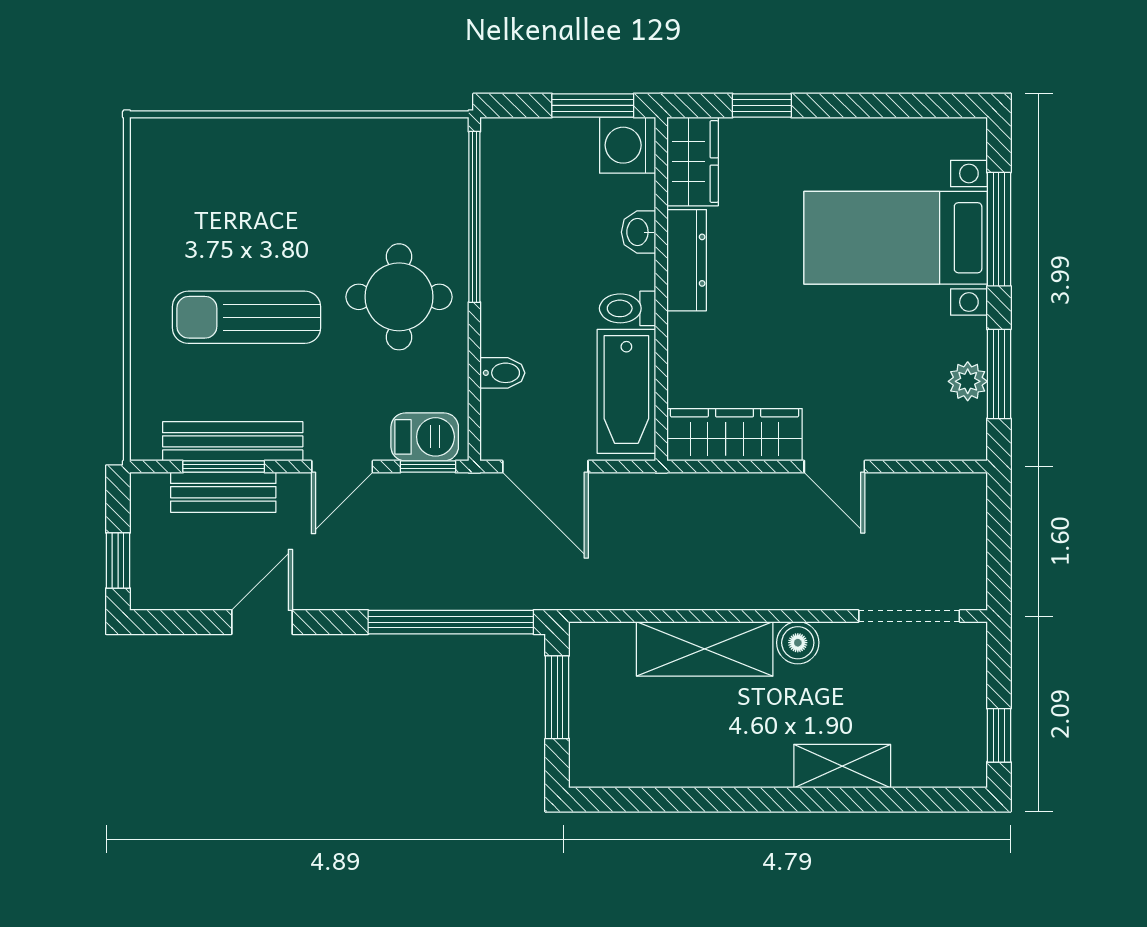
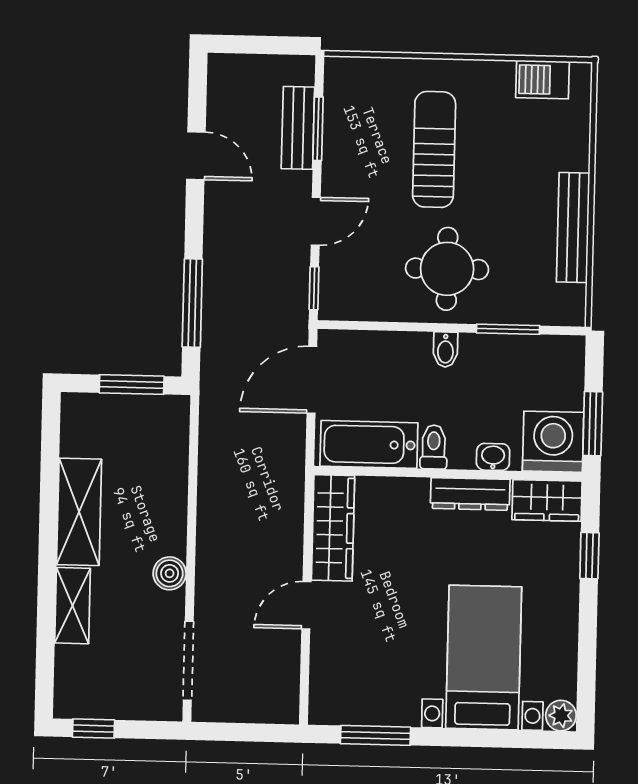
washing machine: (628, 145) -> (553, 442), width x1.37, depth x1.37
window: (474, 217) -> (508, 329), width x0.47
window: (999, 229) -> (488, 738), removed
bidet: (502, 373) -> (445, 350), moved
plant: (968, 381) -> (561, 716), moved
barbecue: (425, 437) -> (543, 80), moved, turned 90
bench: (233, 441) -> (573, 228), moved
door: (342, 467) -> (316, 221), swing flipped
window: (118, 561) -> (247, 45), removed
window: (451, 622) -> (192, 303), width x0.68
shelving: (705, 649) -> (79, 512), moved

